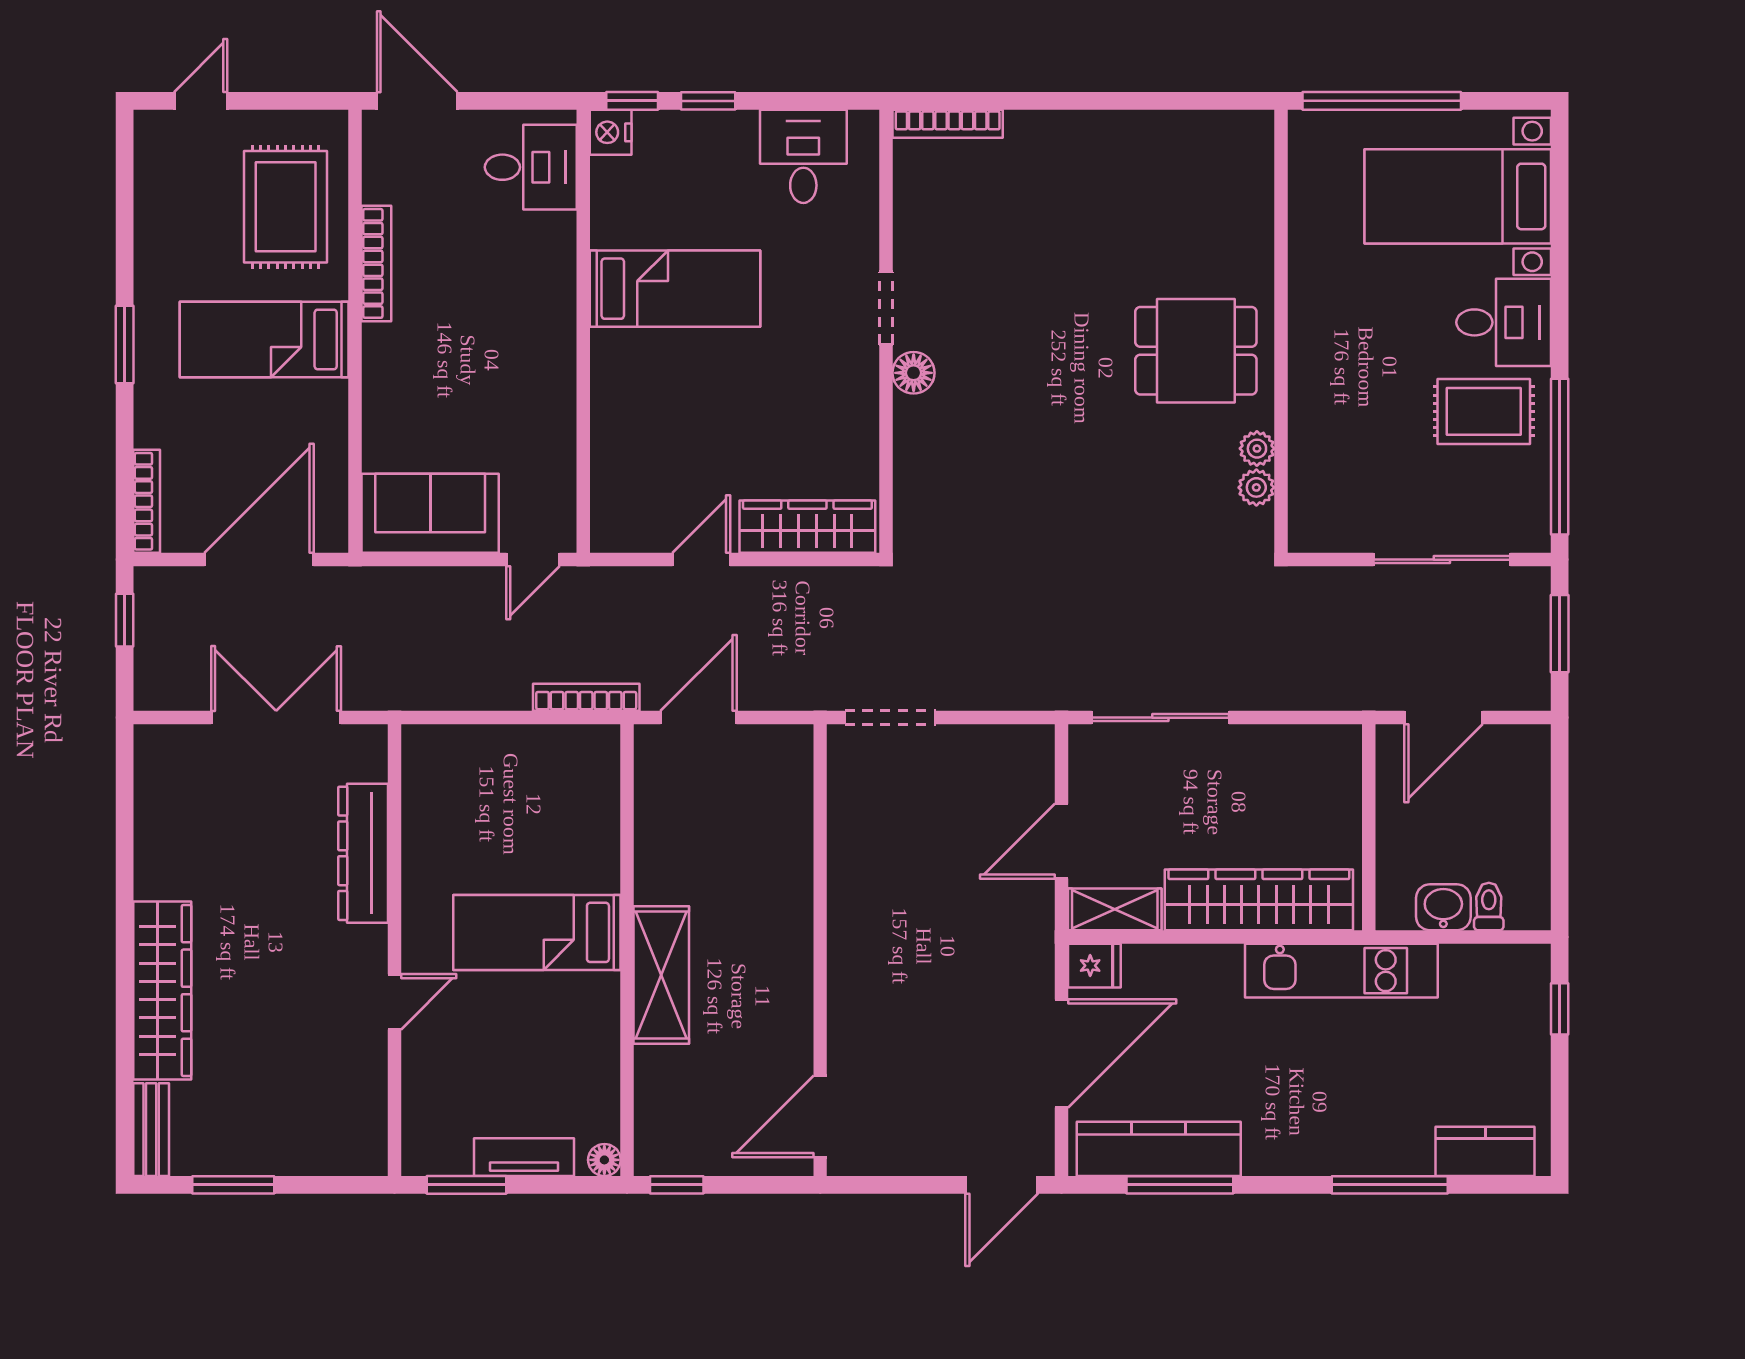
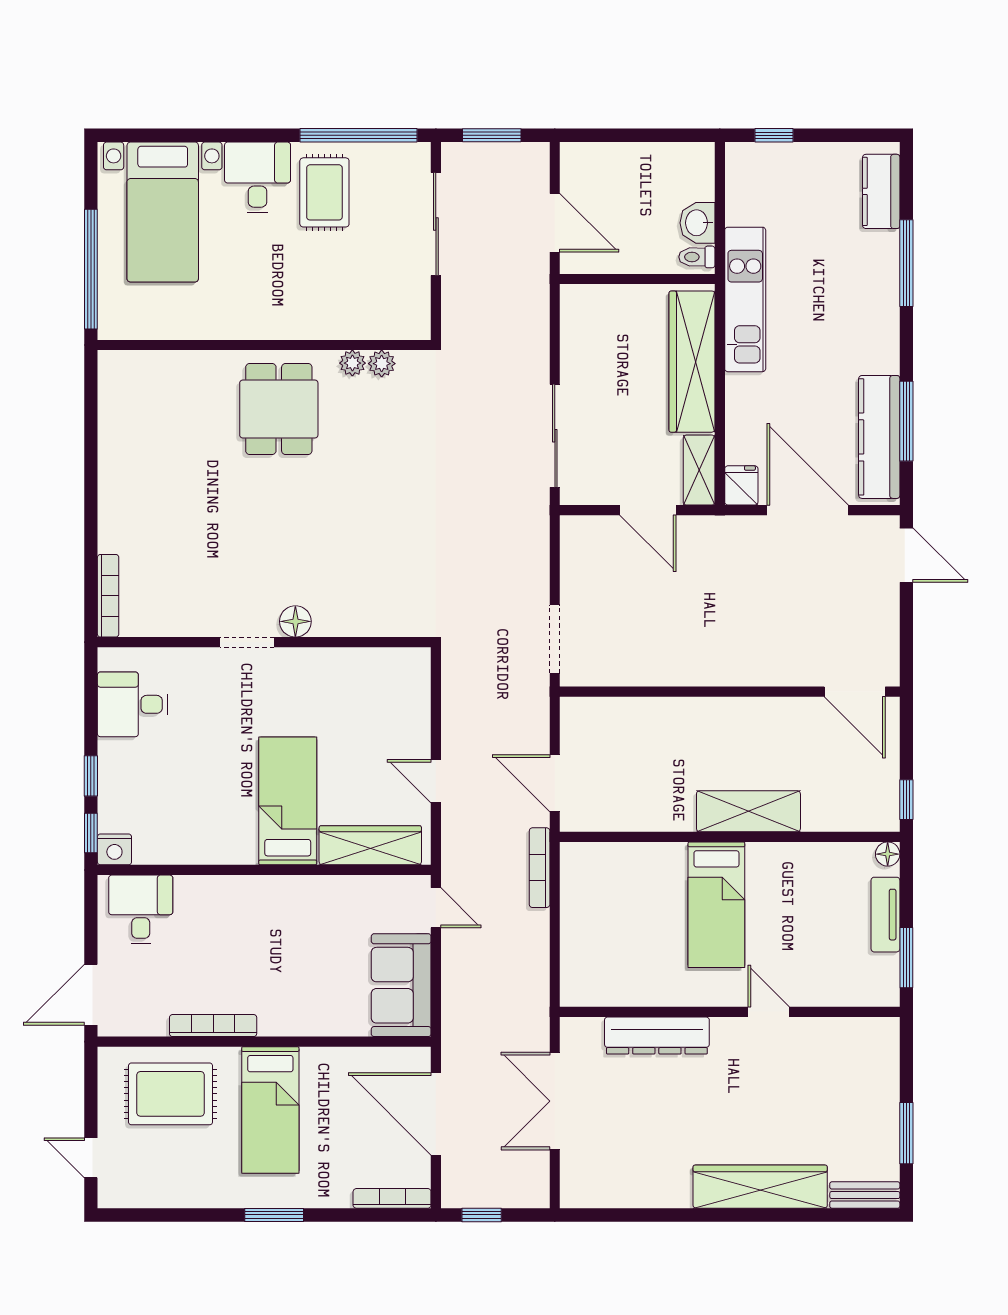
bed: (675, 289) -> (288, 801), moved
wardrobe: (807, 527) -> (370, 845), moved, turned 90
toilet: (1489, 906) -> (697, 257), moved

